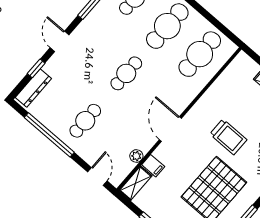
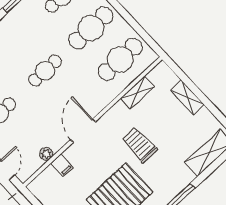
trolley: (228, 137) -> (140, 145), turned 180
shelving: (136, 183) -> (137, 93), moved

